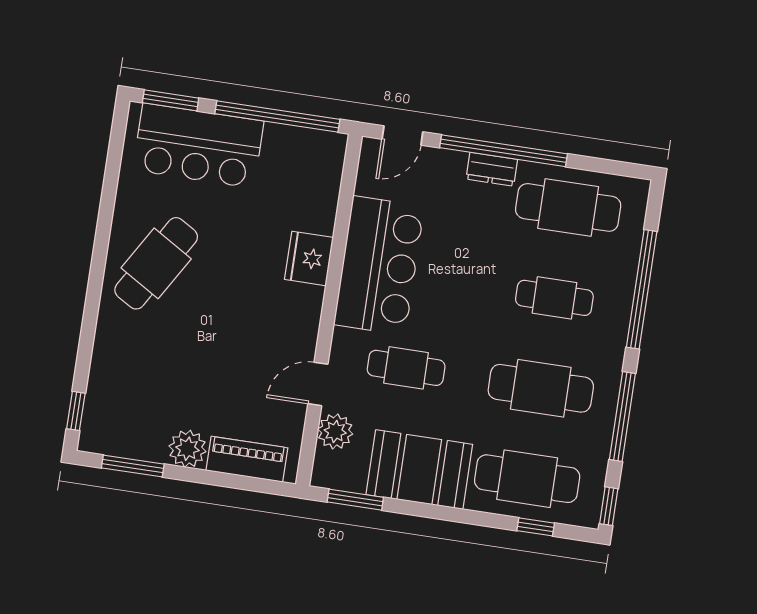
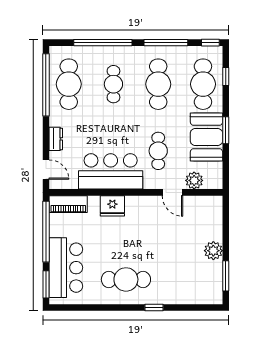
window: (503, 151) -> (46, 85), moved
dresser: (492, 169) -> (56, 139), moved
cafe table: (156, 263) -> (126, 279), turned -31
window: (76, 411) -> (154, 307), moved
piano: (247, 459) -> (68, 204), moved, turned -90
window: (355, 500) -> (226, 130), moved

